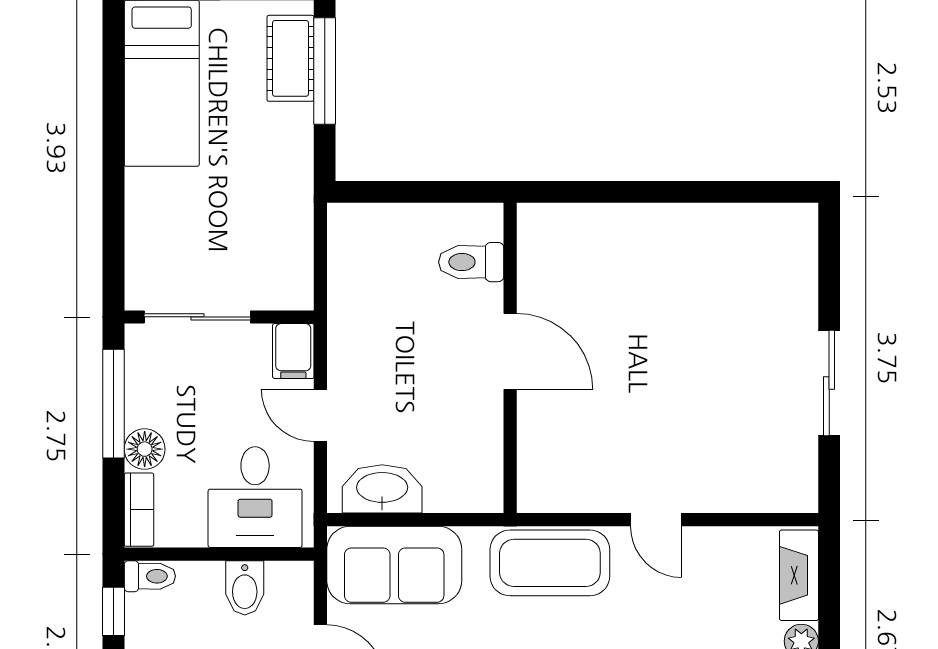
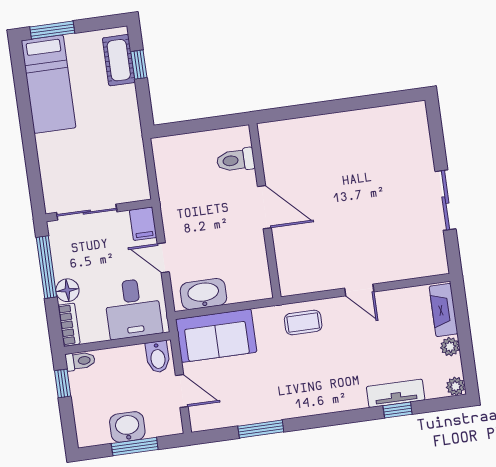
window: (325, 71) -> (139, 65), width x0.46
coffee table: (550, 563) -> (303, 322), width x0.54, depth x0.58
bidet: (245, 588) -> (158, 357), moved

